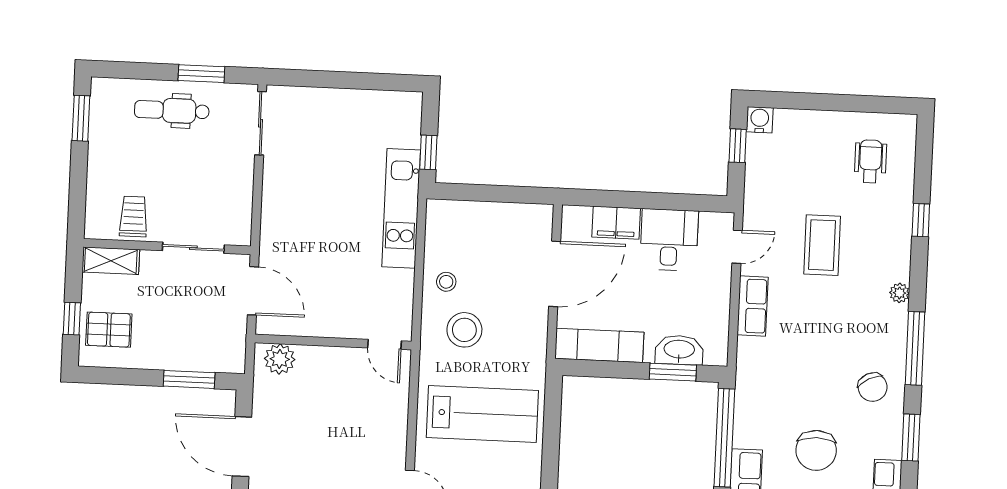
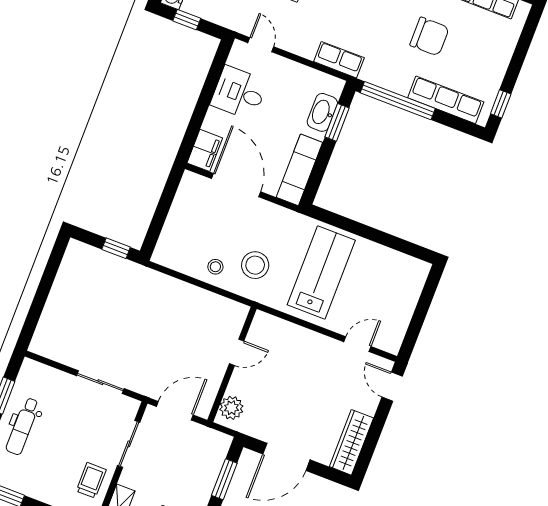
sliding door: (261, 123) -> (100, 382), moved
kitchen unit: (401, 208) -> (151, 282), removed
trolley: (133, 217) -> (91, 480), turned 90
filing cabinet: (616, 223) -> (205, 150), moved
row of seats: (753, 306) -> (339, 60), moved
door: (384, 344) -> (237, 352), moved

